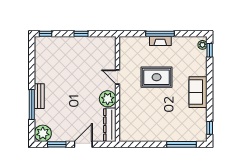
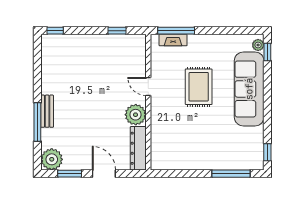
window: (81, 34) -> (117, 31), moved
window: (160, 34) -> (176, 31), moved
fireplace: (160, 41) -> (173, 40), moved
rug: (157, 77) -> (199, 87), turned 90
sofa: (198, 92) -> (249, 89), width x1.85, depth x1.27
door: (83, 144) -> (104, 174), hinge flipped

